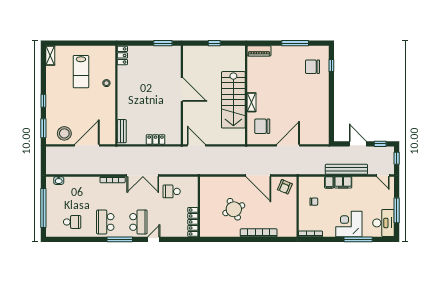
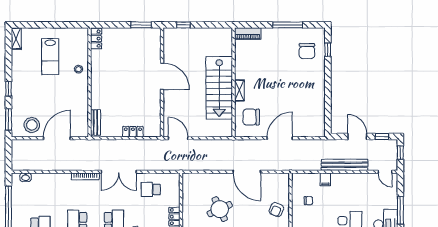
window: (214, 43) -> (183, 25), moved
chair: (312, 67) -> (307, 51), turned -90
filing cabinet: (343, 182) -> (341, 179), removed
armchair: (285, 187) -> (276, 210), moved

